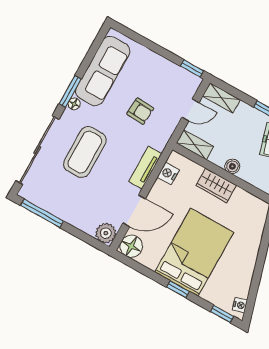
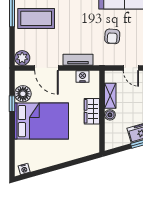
shelving: (195, 145) -> (110, 96), moved
coffee table: (85, 152) -> (36, 18), moved
floor lamp: (131, 246) -> (23, 94), moved
window: (178, 289) -> (12, 104), moved
window: (222, 314) -> (12, 161), removed

